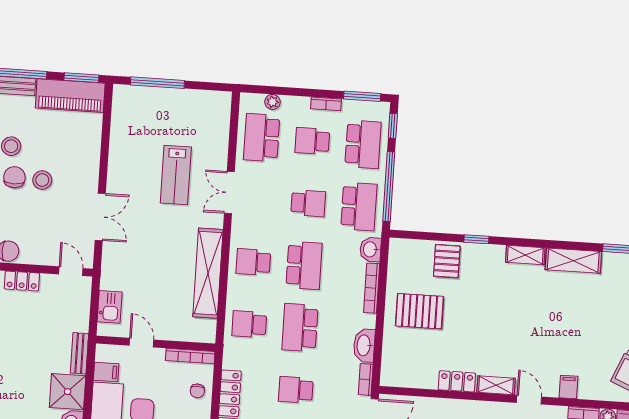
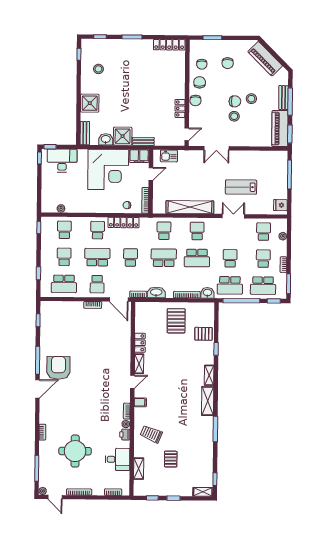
fridge: (214, 103) -> (280, 205), added
school desk: (262, 138) -> (264, 232), width x0.54
school desk: (308, 203) -> (230, 258), turned 180
filing cabinet: (106, 372) -> (139, 156), width x2.00

